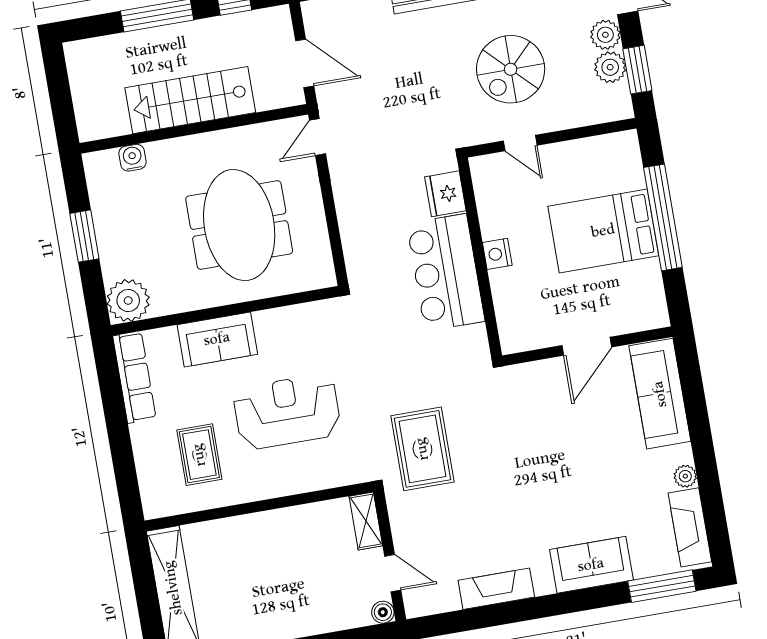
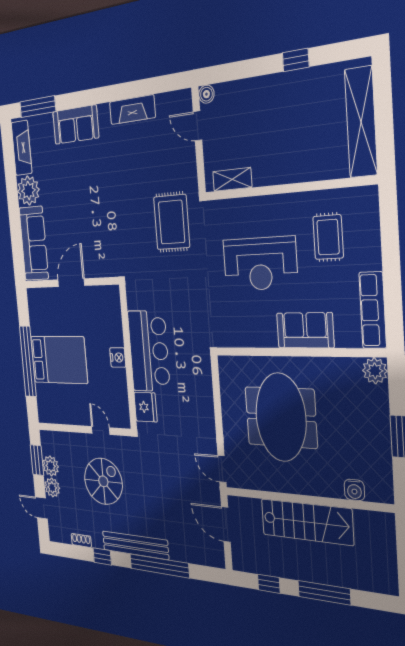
door: (317, 137) -> (222, 469), swing flipped
plant: (128, 300) -> (375, 371), width x0.73, depth x0.73
plant: (685, 476) -> (28, 191), width x1.87, depth x1.87
shelving: (366, 521) -> (232, 179), moved, turned 90

